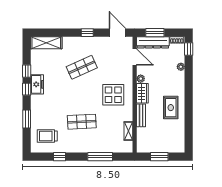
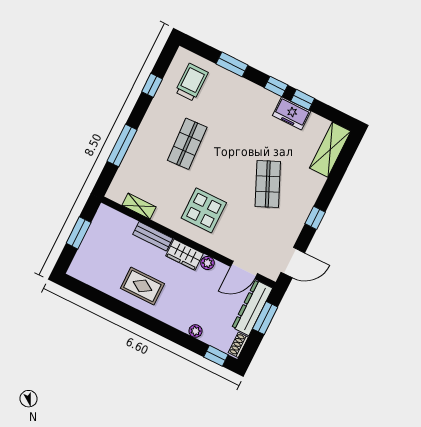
freezer: (37, 84) -> (292, 113), moved

